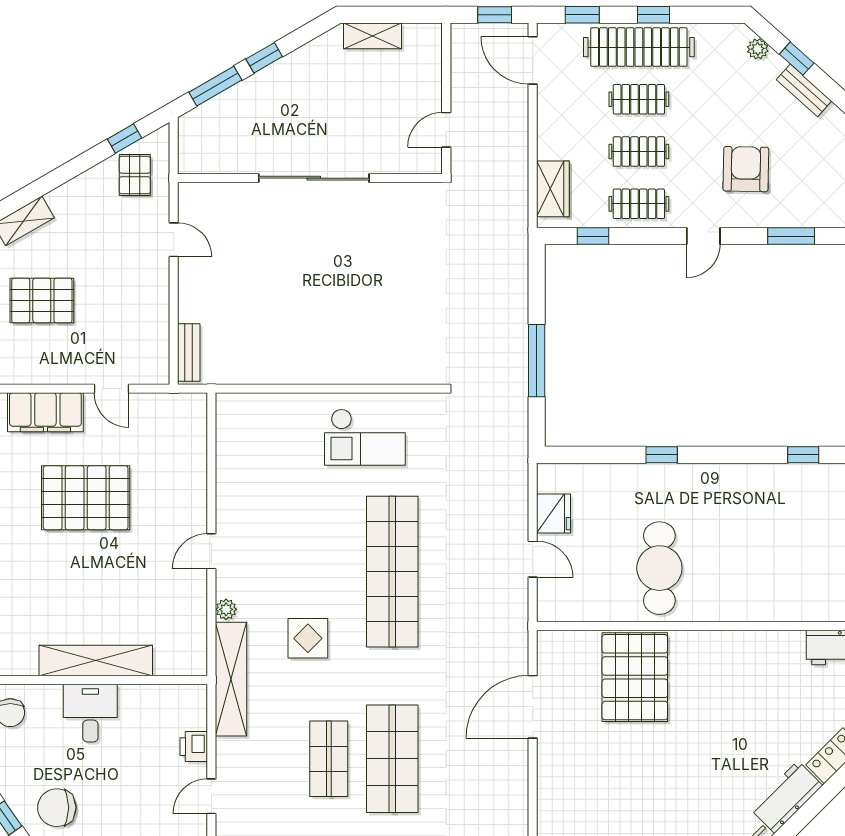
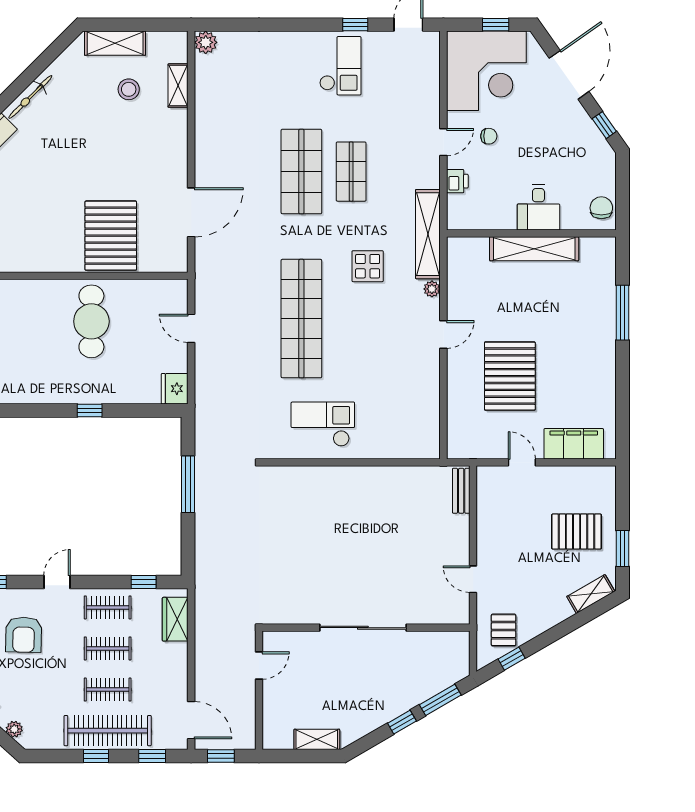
pallet: (86, 498) -> (510, 376), moved, turned 90
fridge: (553, 514) -> (175, 389), moved
chair: (57, 808) -> (489, 136), moved, width x0.54, depth x0.54

